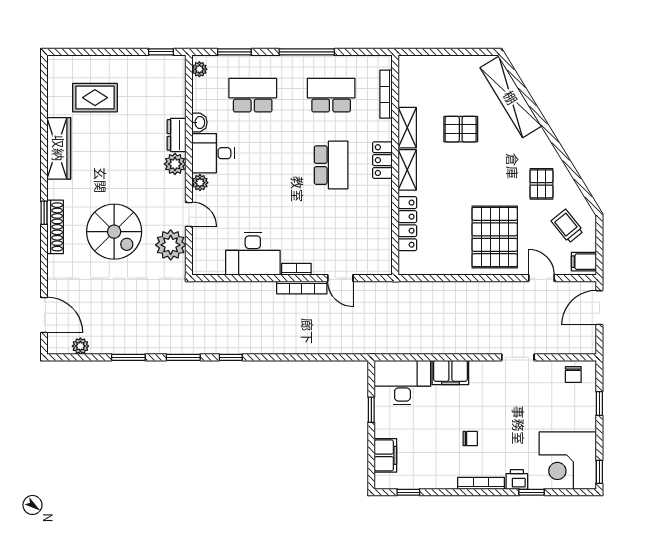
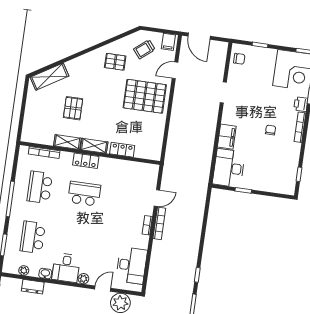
plant: (199, 69) -> (24, 270), moved
shelving: (511, 97) -> (49, 77), width x0.68
dresser: (177, 135) -> (33, 287), moved
plant: (175, 164) -> (69, 293), removed
locker: (407, 224) -> (122, 150), width x0.66
desk: (253, 254) -> (131, 265), moved
filing cabinet: (385, 455) -> (274, 185), removed

